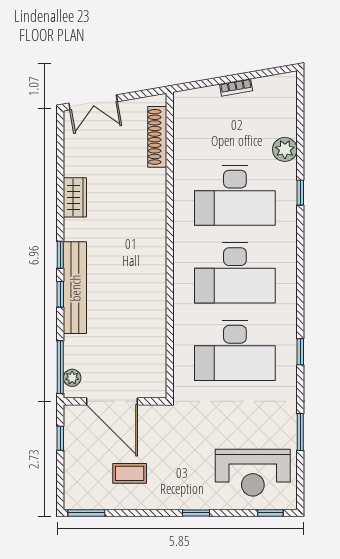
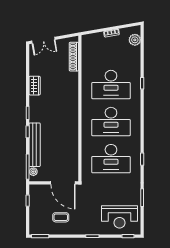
plant: (285, 149) -> (135, 40), moved
bench: (75, 288) -> (35, 145), moved
door: (112, 401) -> (63, 183), moved

